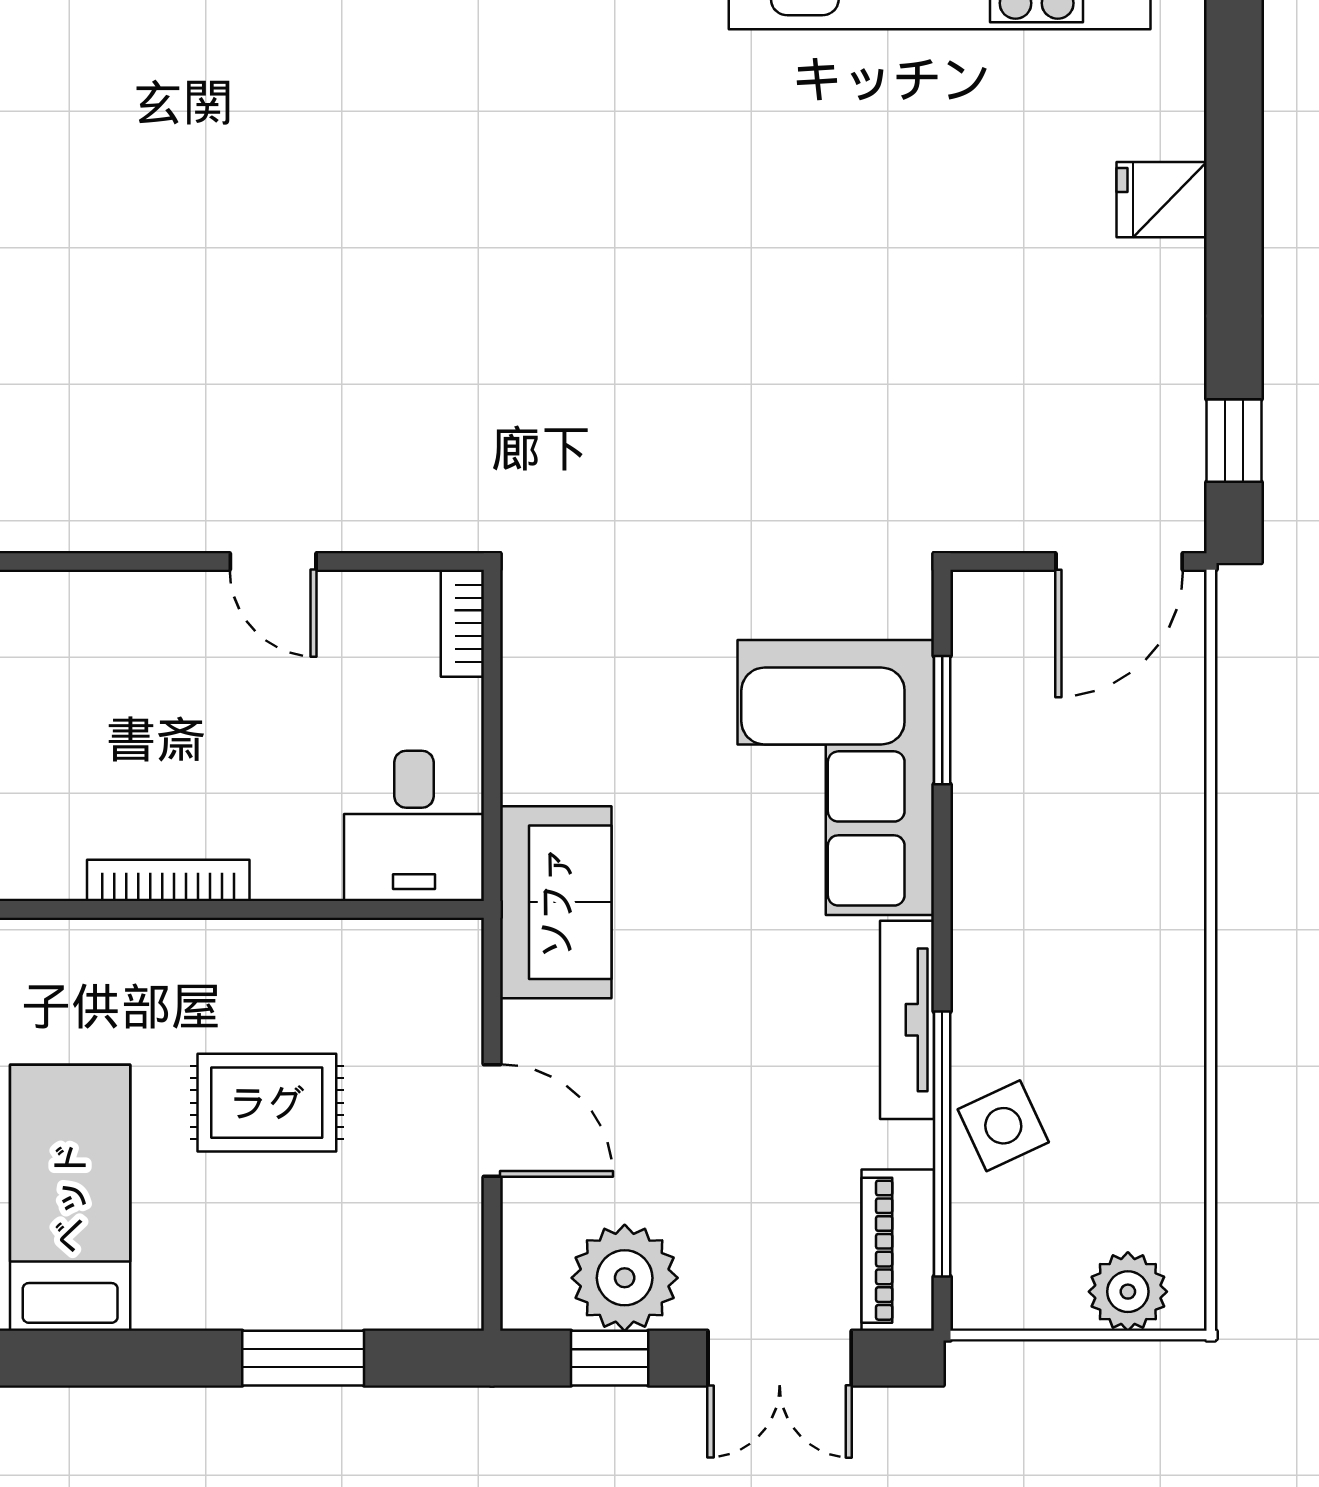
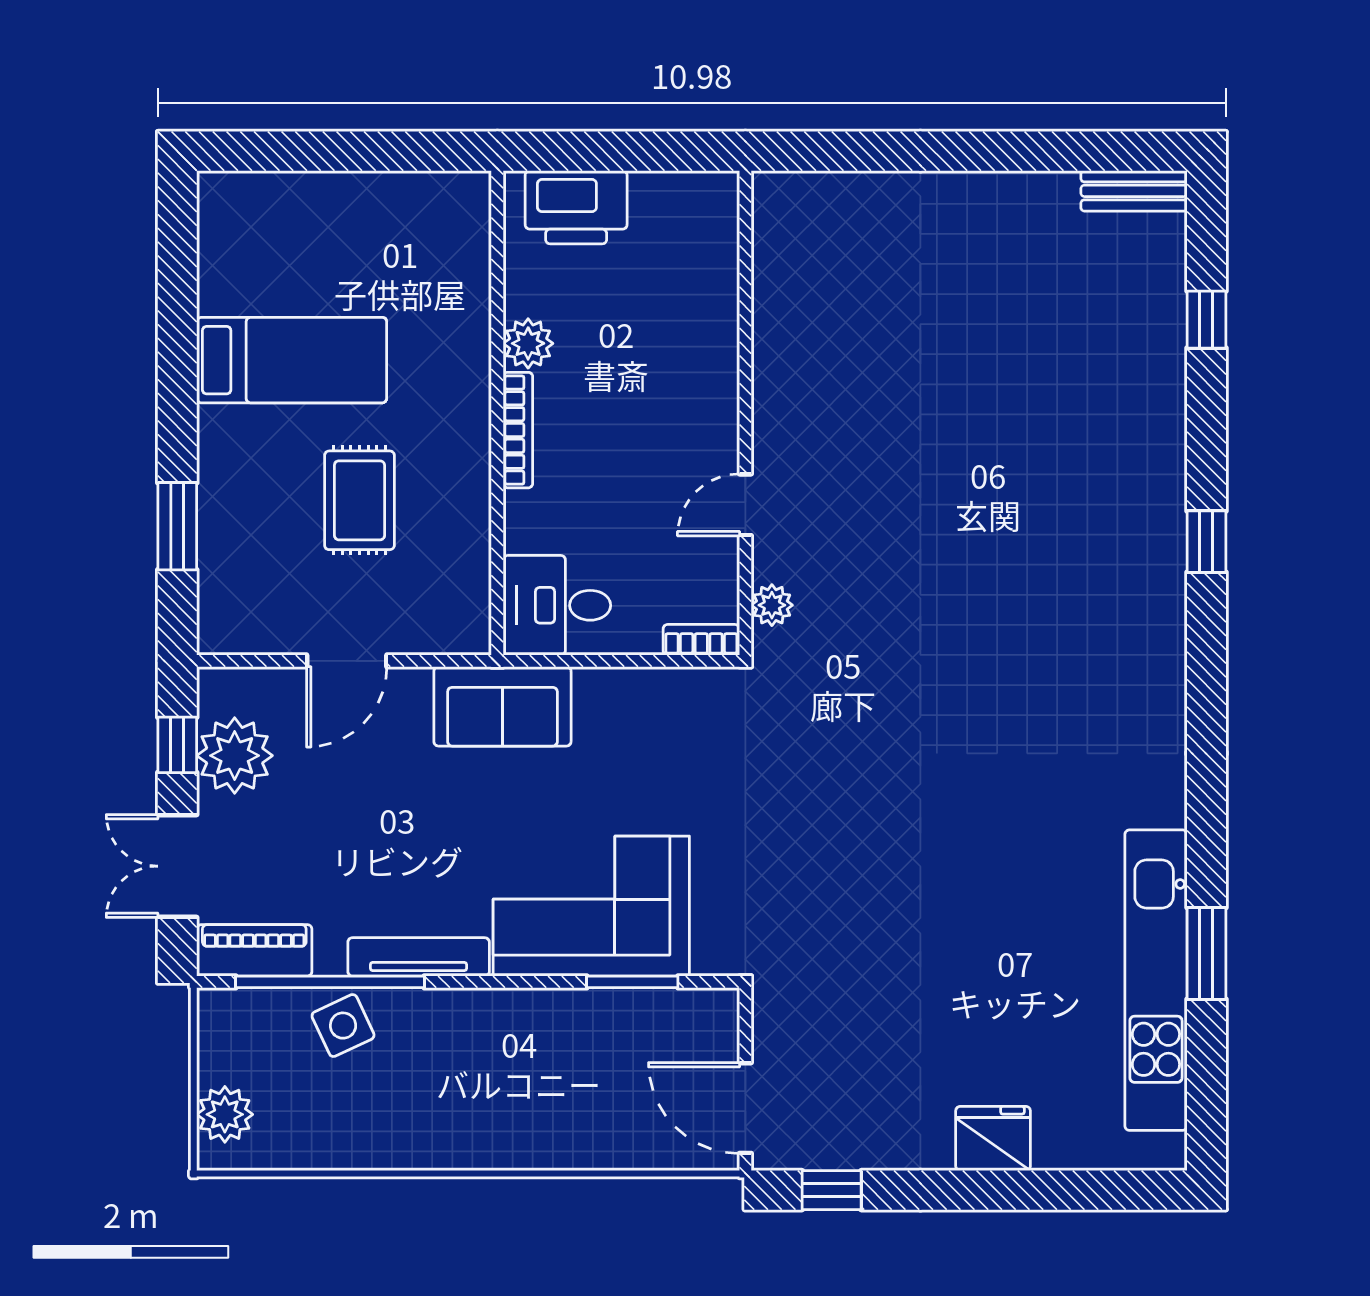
fridge: (1162, 200) -> (993, 1138), width x1.38
plant: (414, 524) -> (772, 605), added
plant: (47, 866) -> (528, 343), added

